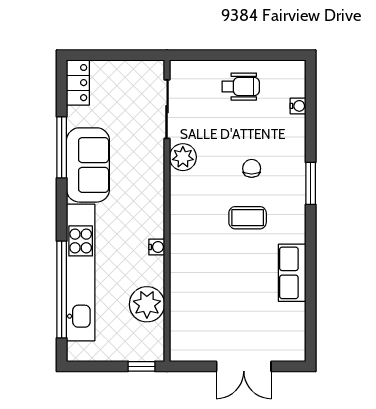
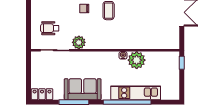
wheelchair: (241, 87) -> (50, 28), moved, turned -90
kitchen unit: (81, 272) -> (136, 93), width x0.73
window: (62, 289) -> (127, 102), moved
plant: (147, 304) -> (137, 60), moved

